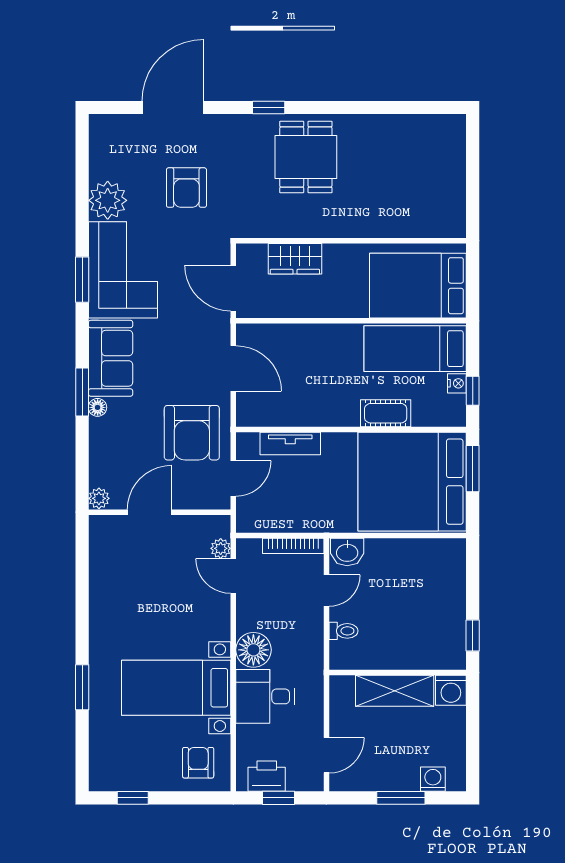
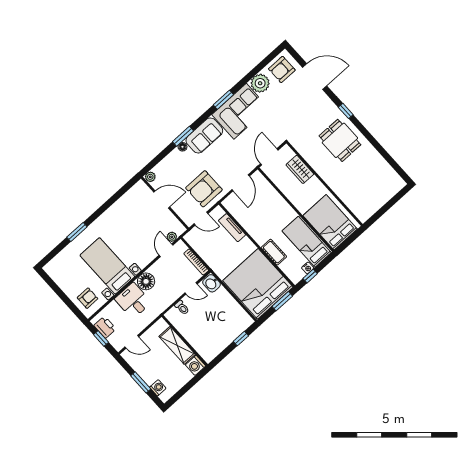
dining table: (306, 157) -> (340, 140), turned 90
armchair: (186, 188) -> (282, 69), moved
window: (473, 635) -> (241, 339), moved
window: (133, 798) -> (54, 286), removed

